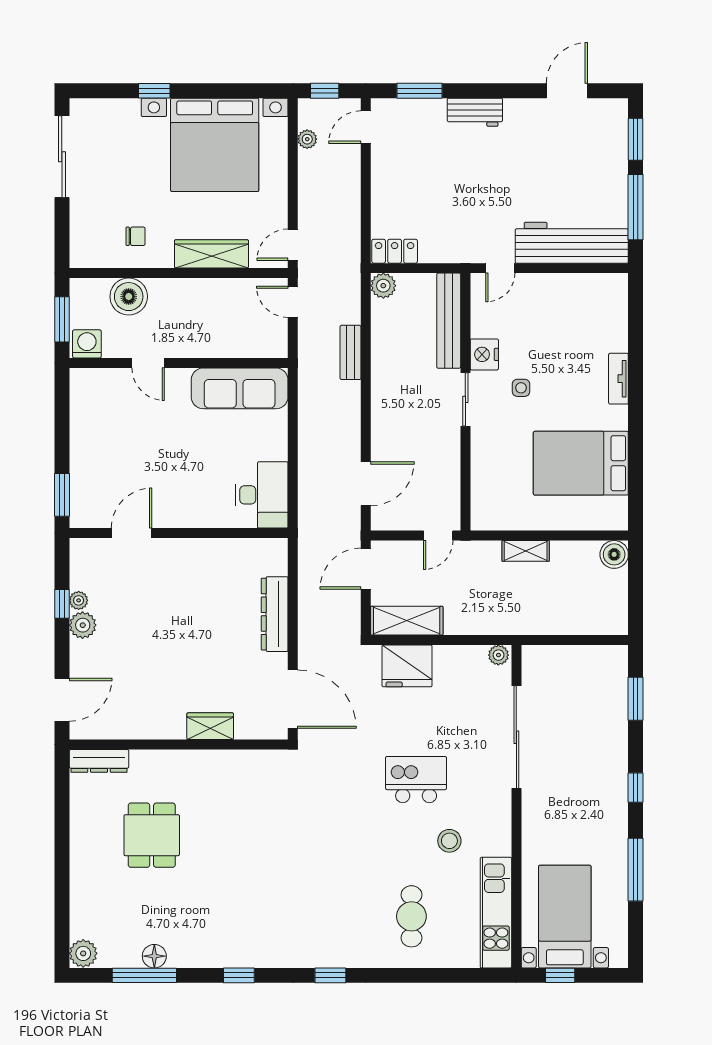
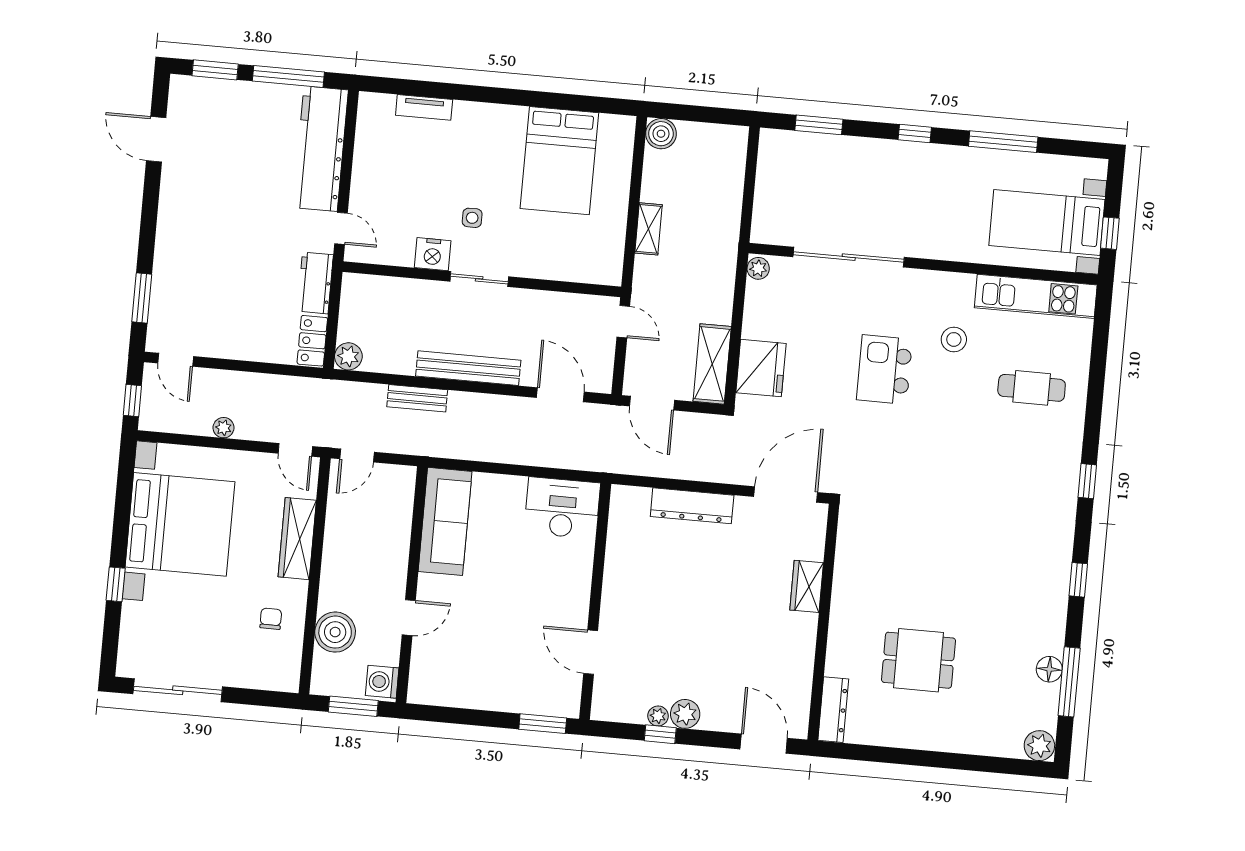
workbench: (475, 112) -> (315, 283), moved, turned 180
plant: (307, 139) -> (224, 428), moved
bench: (449, 321) -> (468, 368), moved
tv unit: (618, 379) -> (424, 107), moved

